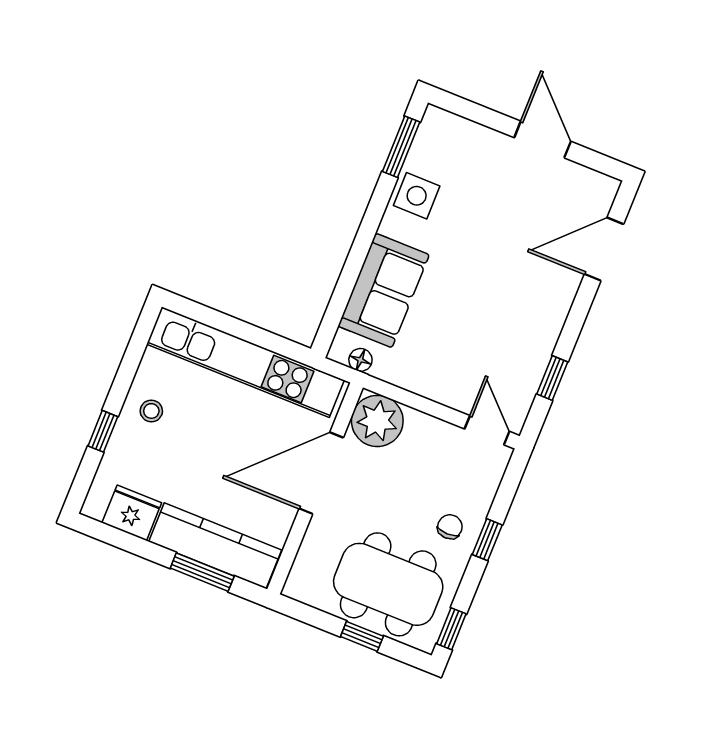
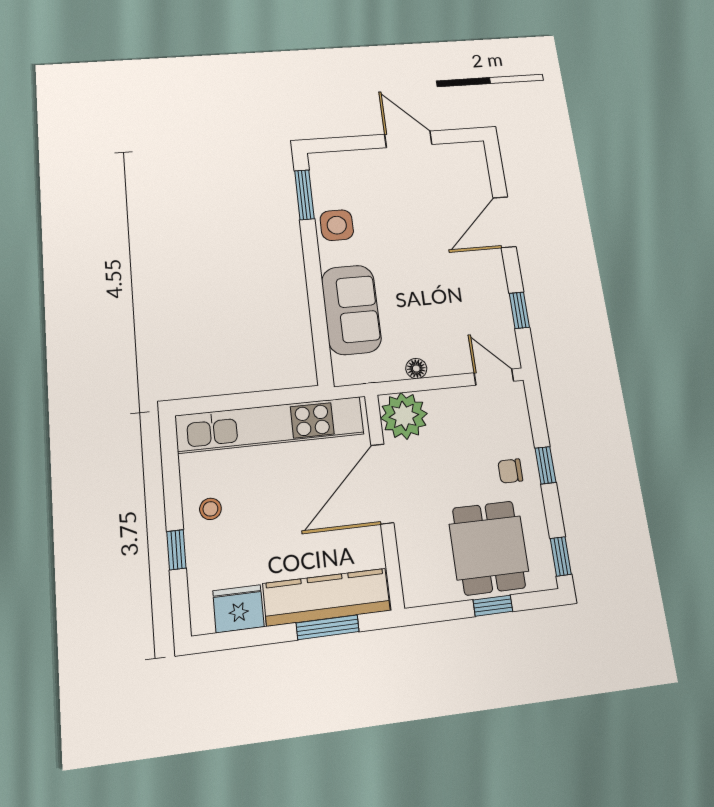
door: (604, 249) -> (504, 222), moved
floor lamp: (360, 360) -> (416, 369), moved
chair: (450, 527) -> (510, 471), turned -90
dining table: (388, 584) -> (489, 548), width x0.73

